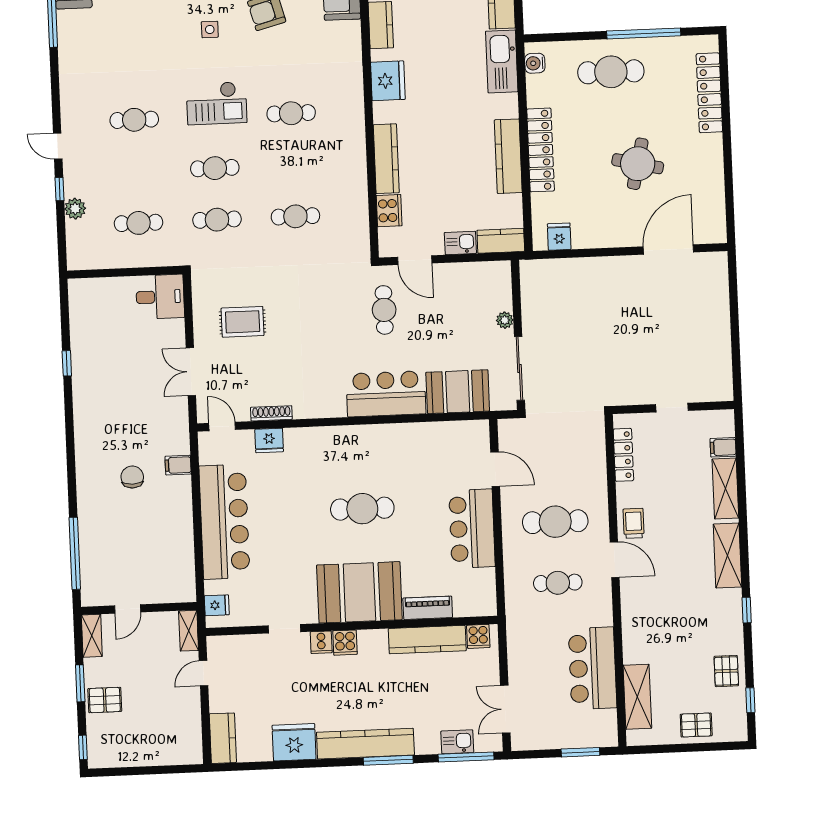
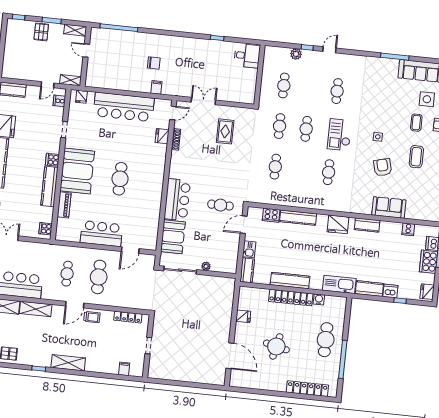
water cooler: (535, 63) -> (319, 299), moved
fridge: (559, 237) -> (243, 316), moved
desk: (160, 297) -> (247, 56), moved, turned -90
shelving: (725, 489) -> (36, 309), moved
kitchen counter: (427, 640) -> (49, 186), moved
cooker: (321, 642) -> (59, 101), moved
door: (204, 673) -> (47, 85), swing flipped

